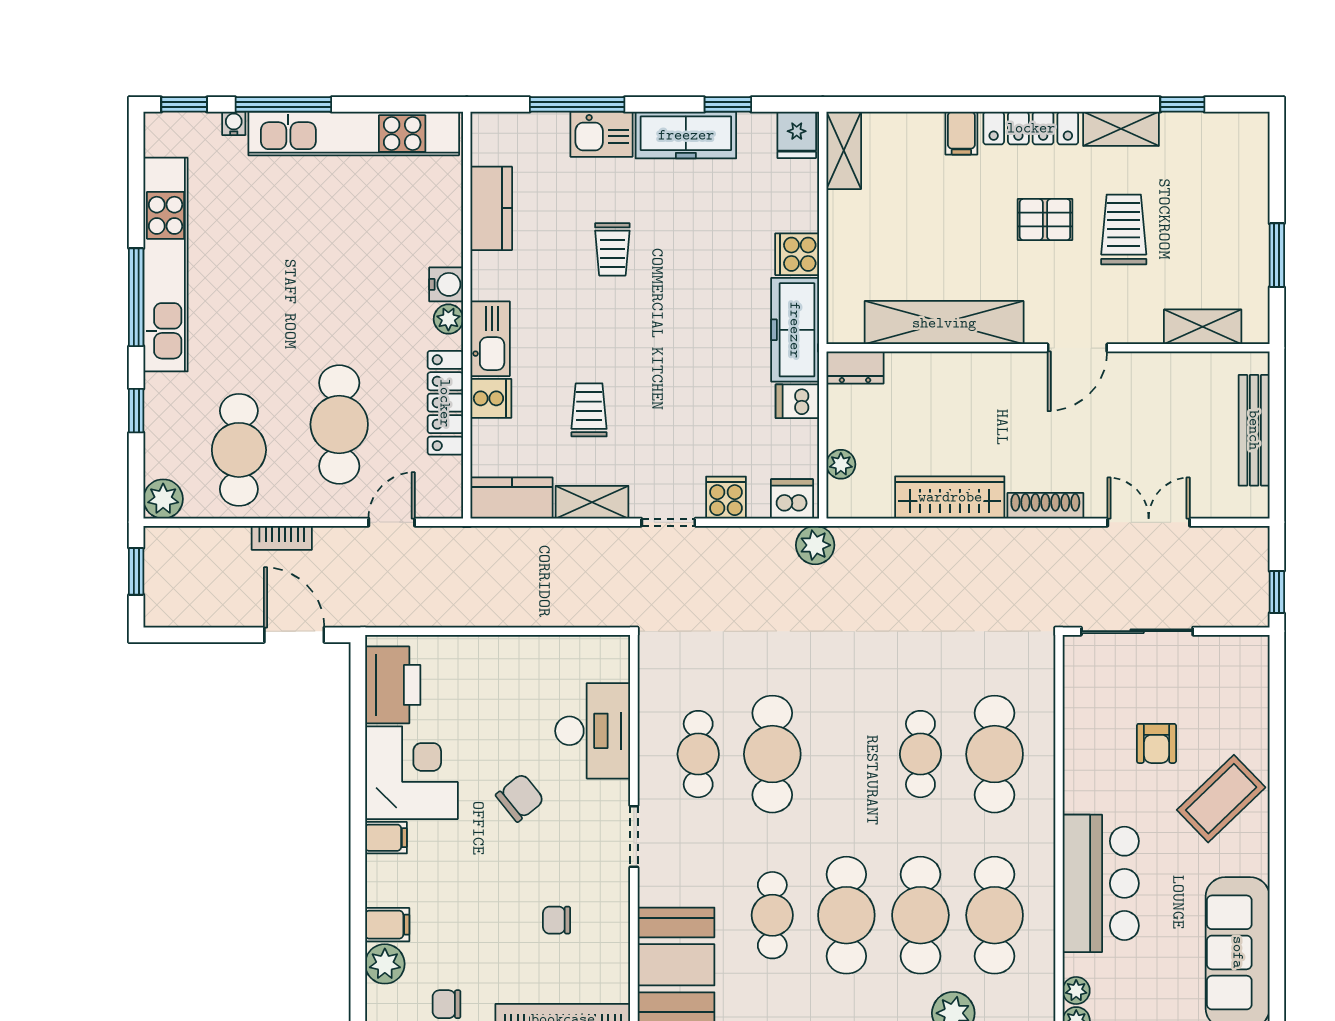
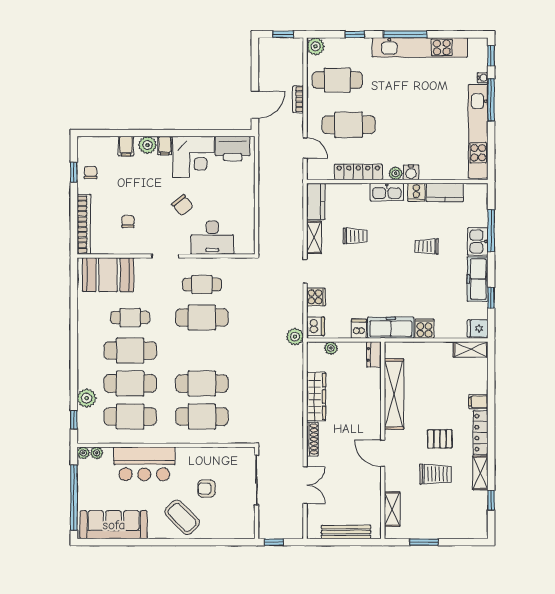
pallet: (1045, 220) -> (440, 439), turned 90
cooker: (491, 398) -> (416, 192), moved
cafe table: (920, 754) -> (202, 384), width x1.37, depth x1.35
plant: (385, 964) -> (148, 145), moved

